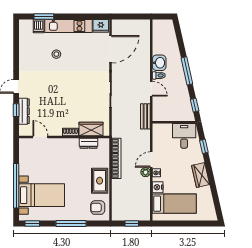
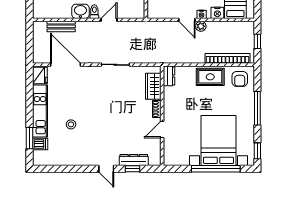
bench: (145, 116) -> (61, 26), moved
door: (40, 137) -> (162, 129), moved
dresser: (89, 143) -> (169, 76), moved
bookcase: (116, 158) -> (227, 58), moved
bed with nightstands: (42, 195) -> (219, 141), width x1.36

